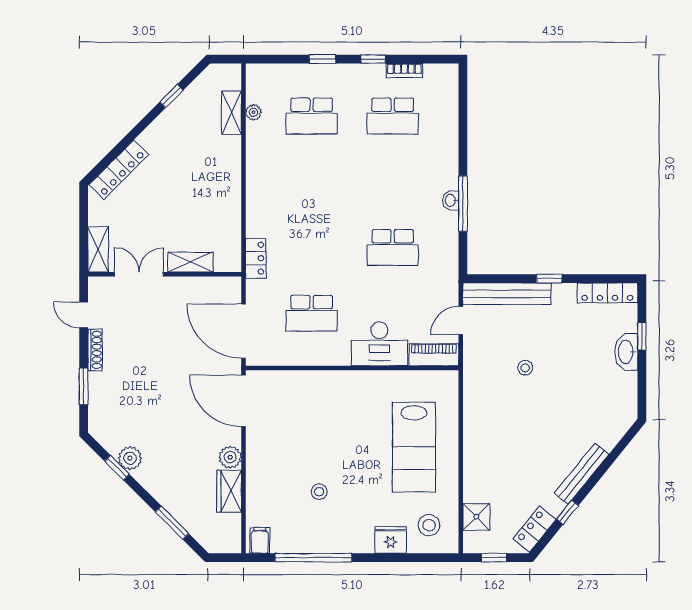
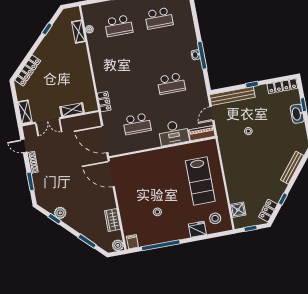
double door: (139, 274) -> (48, 121), swing flipped
plant: (230, 457) -> (118, 245), moved
bench: (582, 474) -> (292, 168), moved

